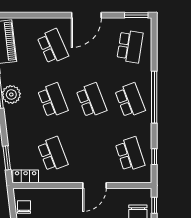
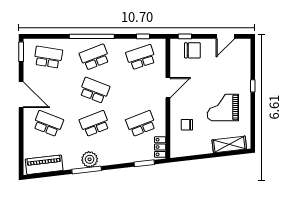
school desk: (53, 46) -> (48, 124), turned 45
school desk: (91, 100) -> (95, 90), turned 42
door: (94, 185) -> (168, 88), hinge flipped
chair: (24, 207) -> (187, 125), moved

